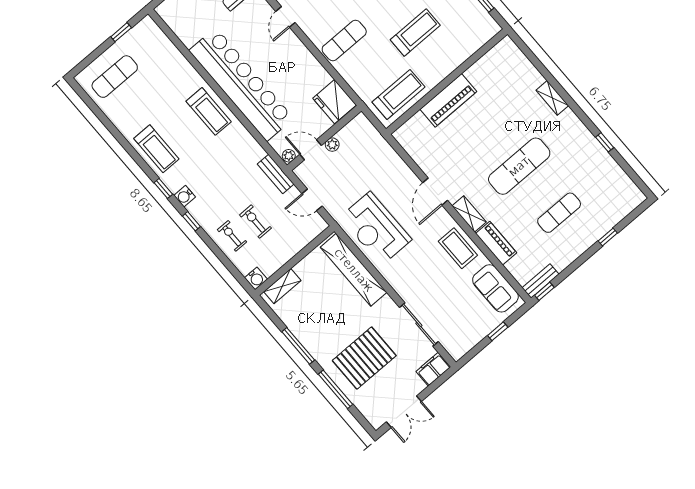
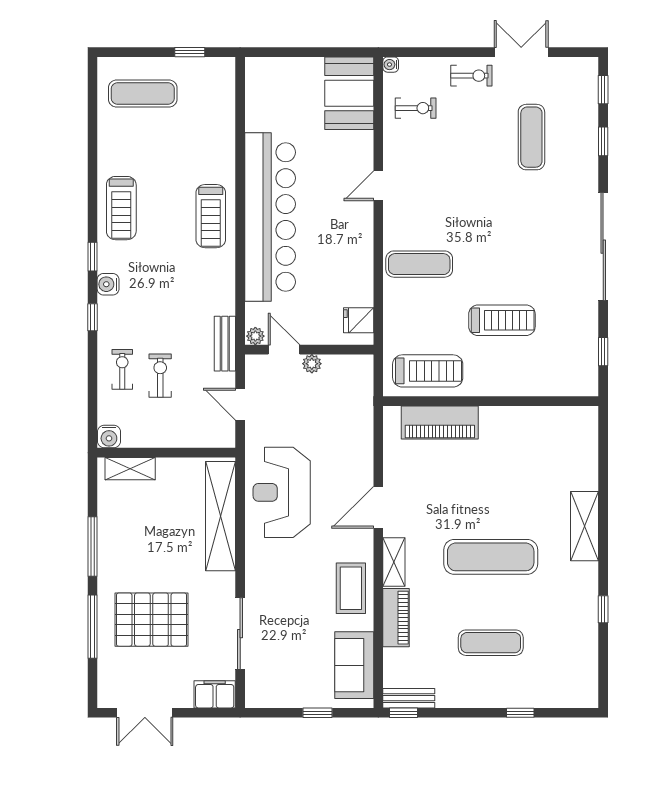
shelving: (552, 98) -> (585, 526), width x1.50, depth x1.33
piano: (448, 100) -> (440, 423), moved
fridge: (335, 102) -> (359, 320), width x0.53, depth x0.75

